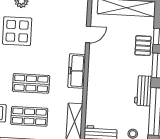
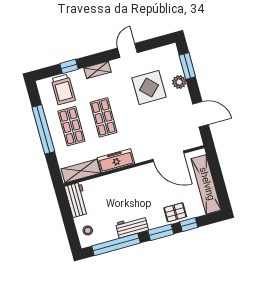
door: (88, 34) -> (168, 156), width x1.87
freezer: (77, 71) -> (116, 161), moved

